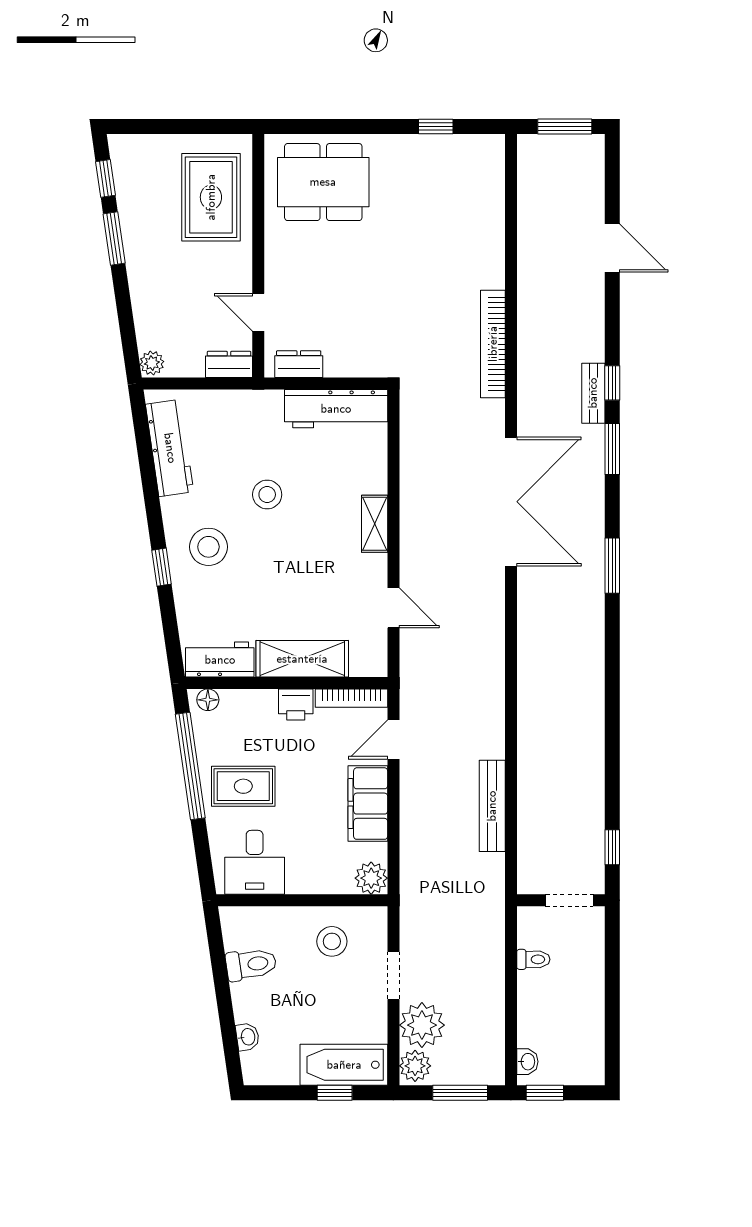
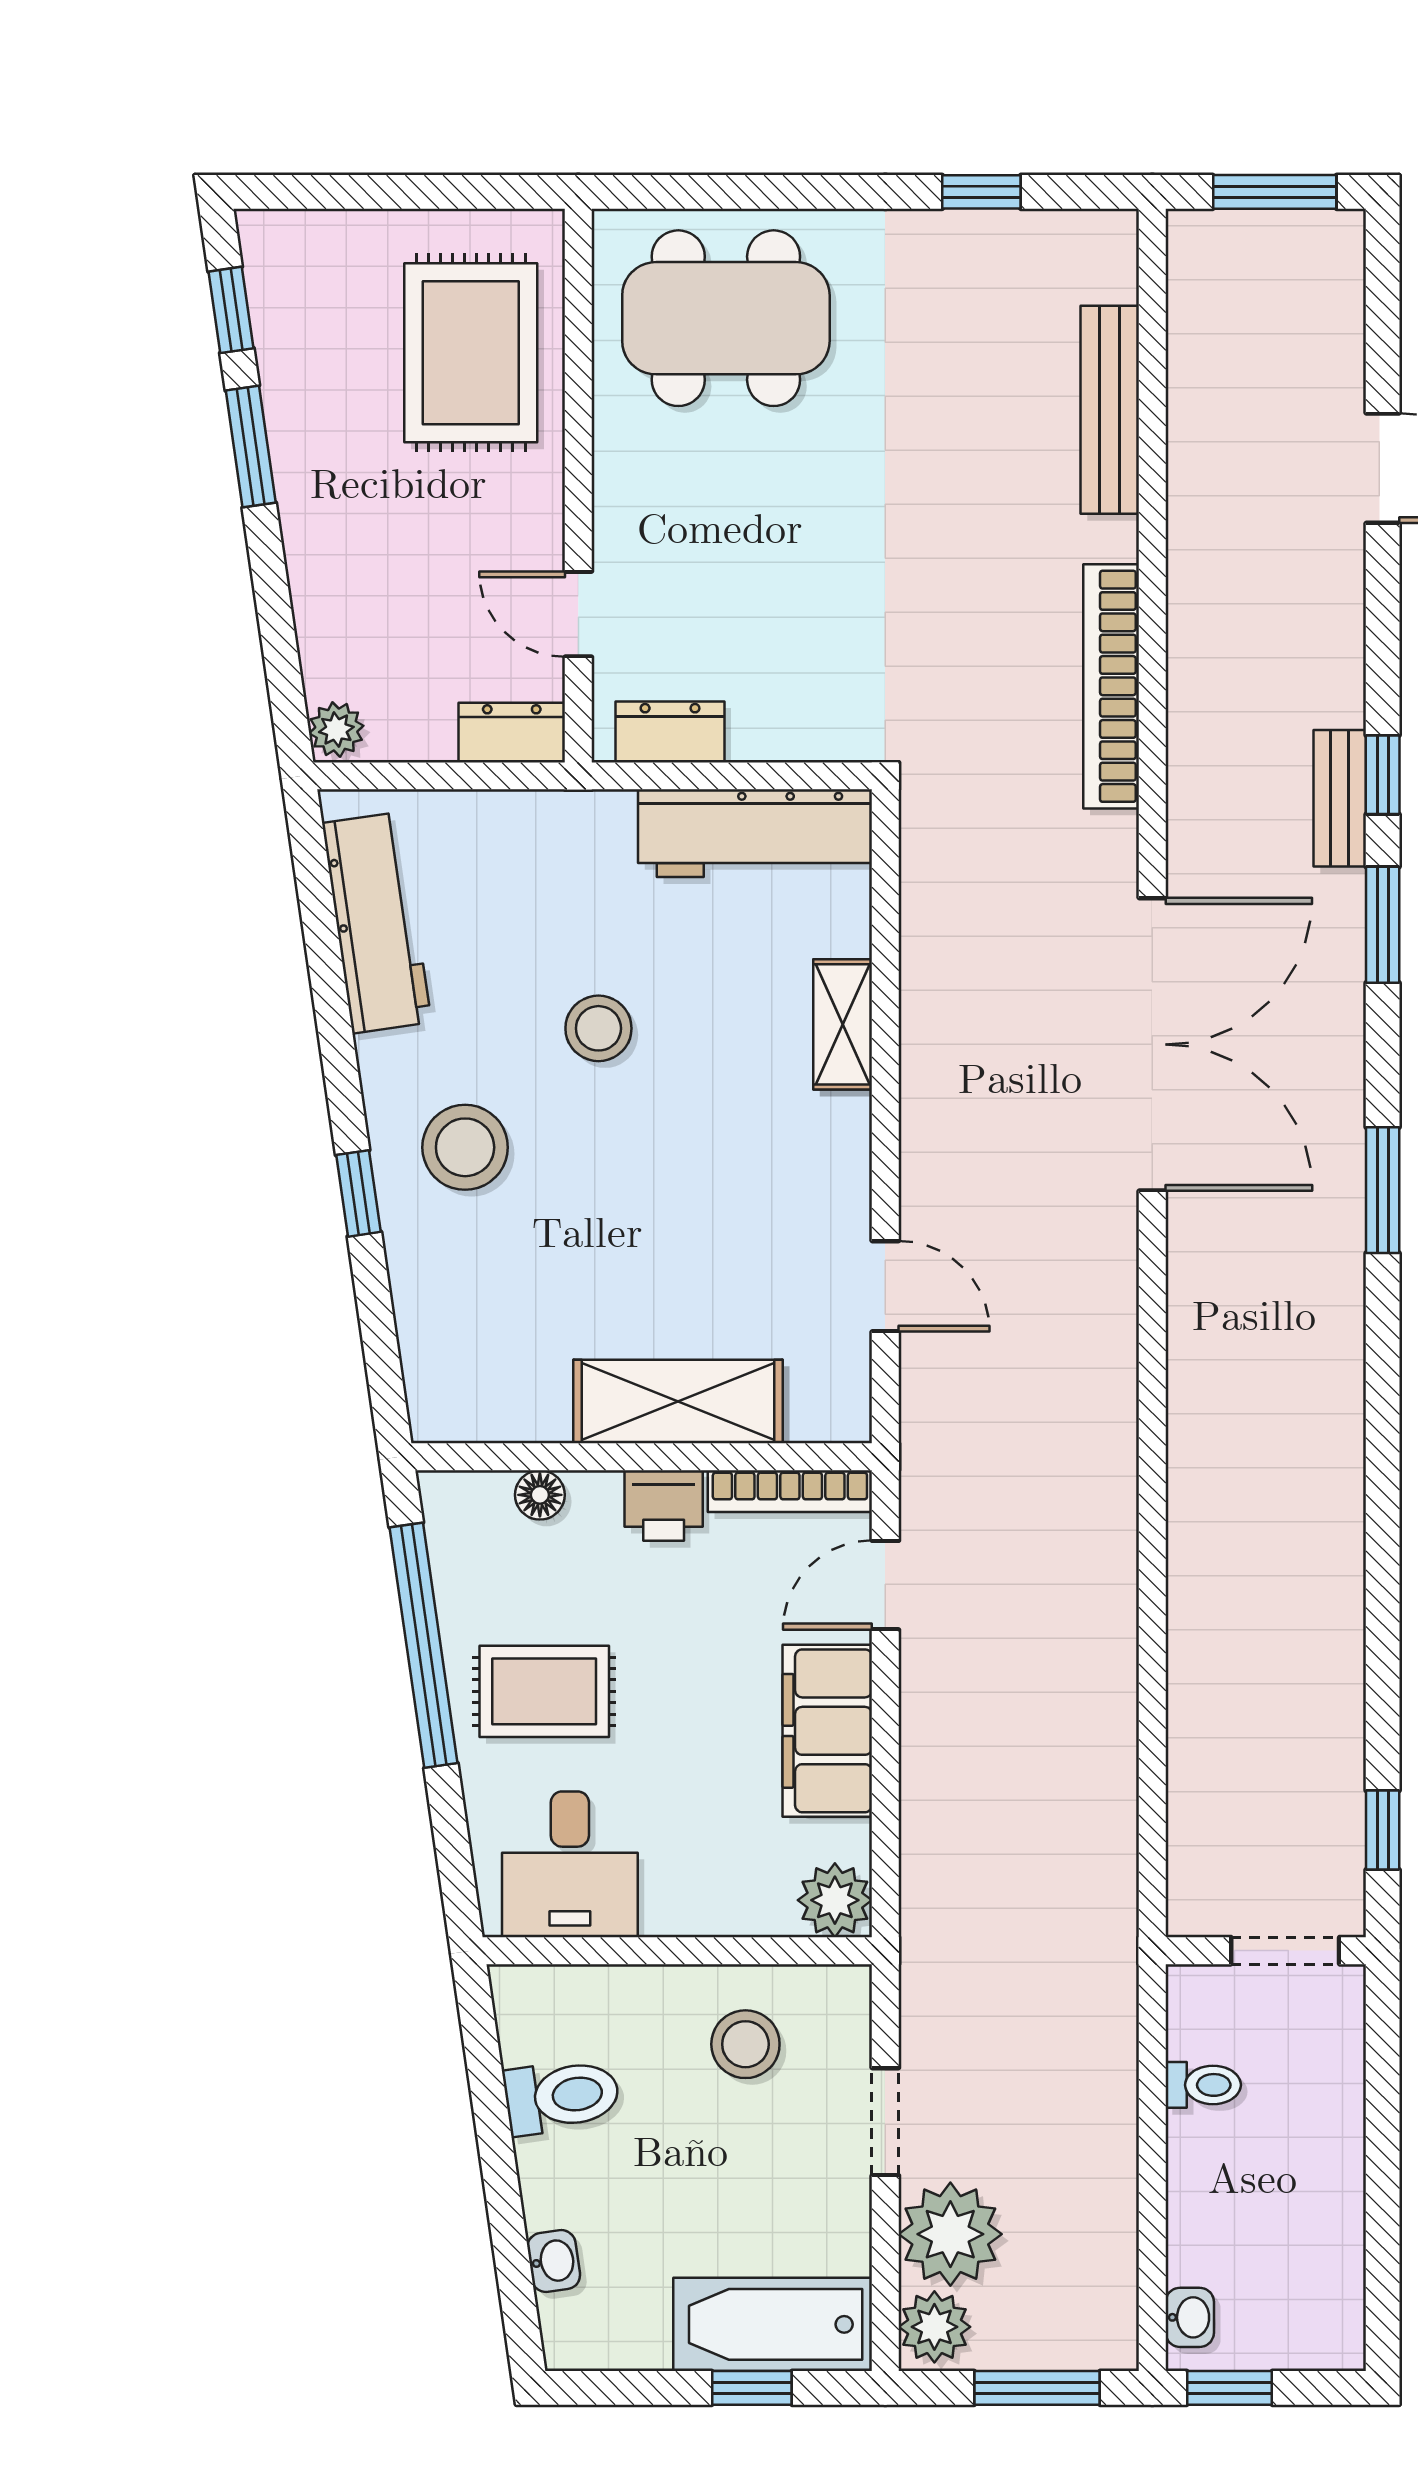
shelving: (375, 524) -> (843, 1024), moved
workbench: (220, 660) -> (491, 1403), removed
floor lamp: (208, 700) -> (540, 1495), moved
bench: (492, 806) -> (1110, 410), moved

